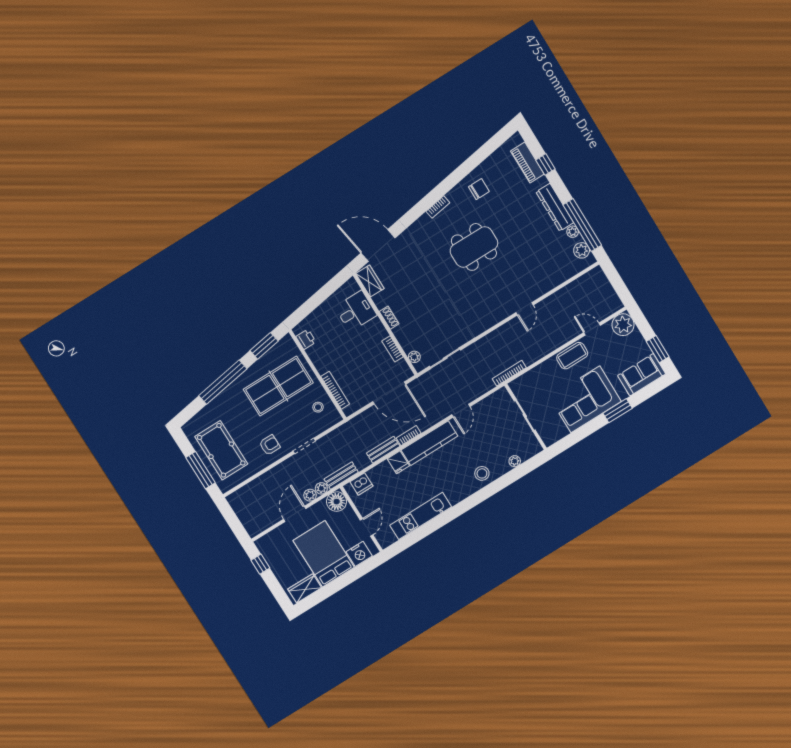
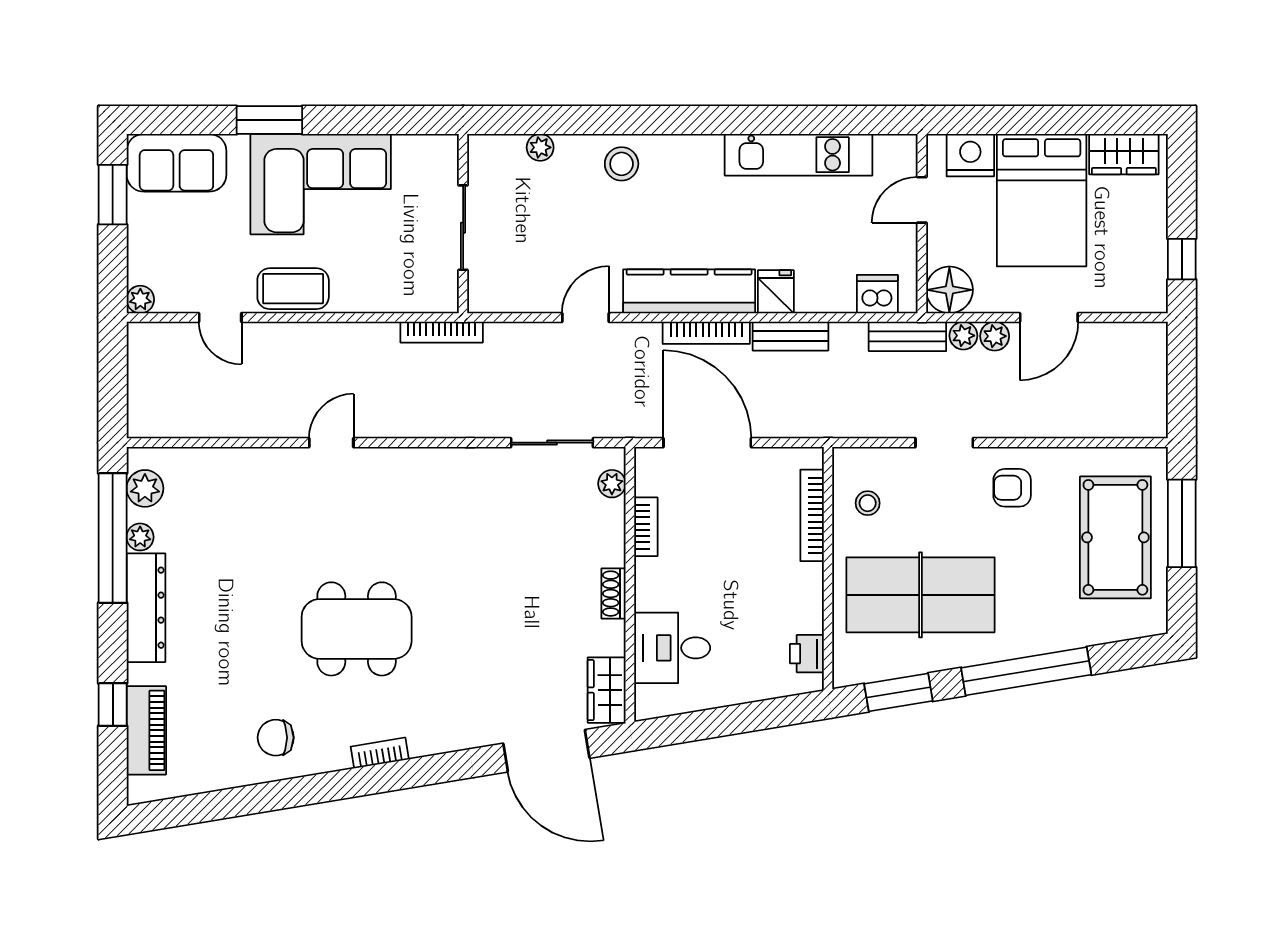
plant: (623, 325) -> (140, 299), width x0.53, depth x0.53
bookcase: (409, 436) -> (706, 333), width x1.56

